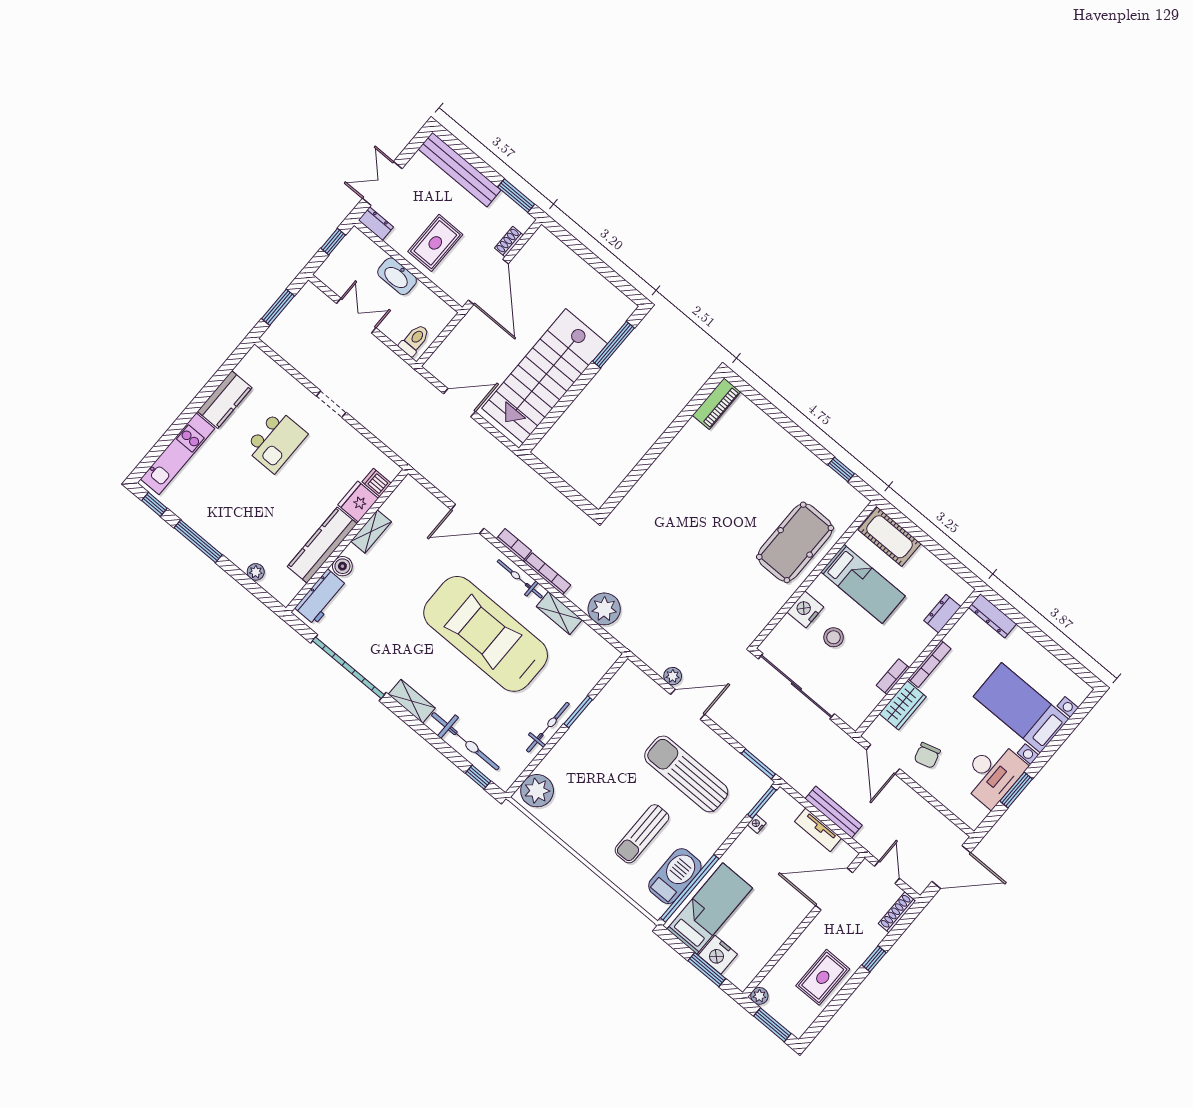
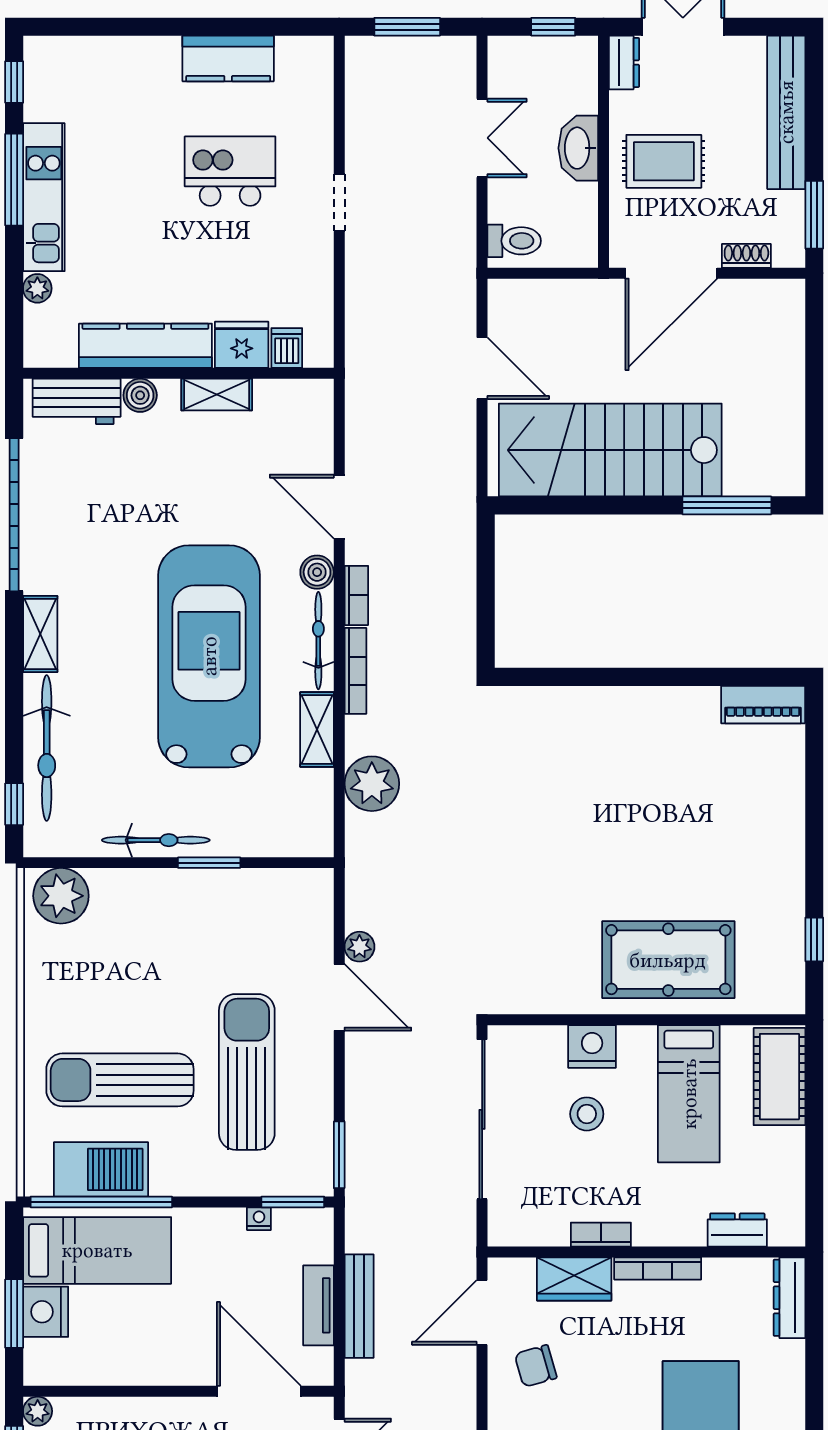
kitchen island: (276, 441) -> (230, 171), turned 180
kitchen unit: (177, 454) -> (44, 197), moved, turned -90
boiler: (489, 554) -> (317, 572), added
sun lounger: (642, 834) -> (120, 1080), width x1.36, depth x1.34

